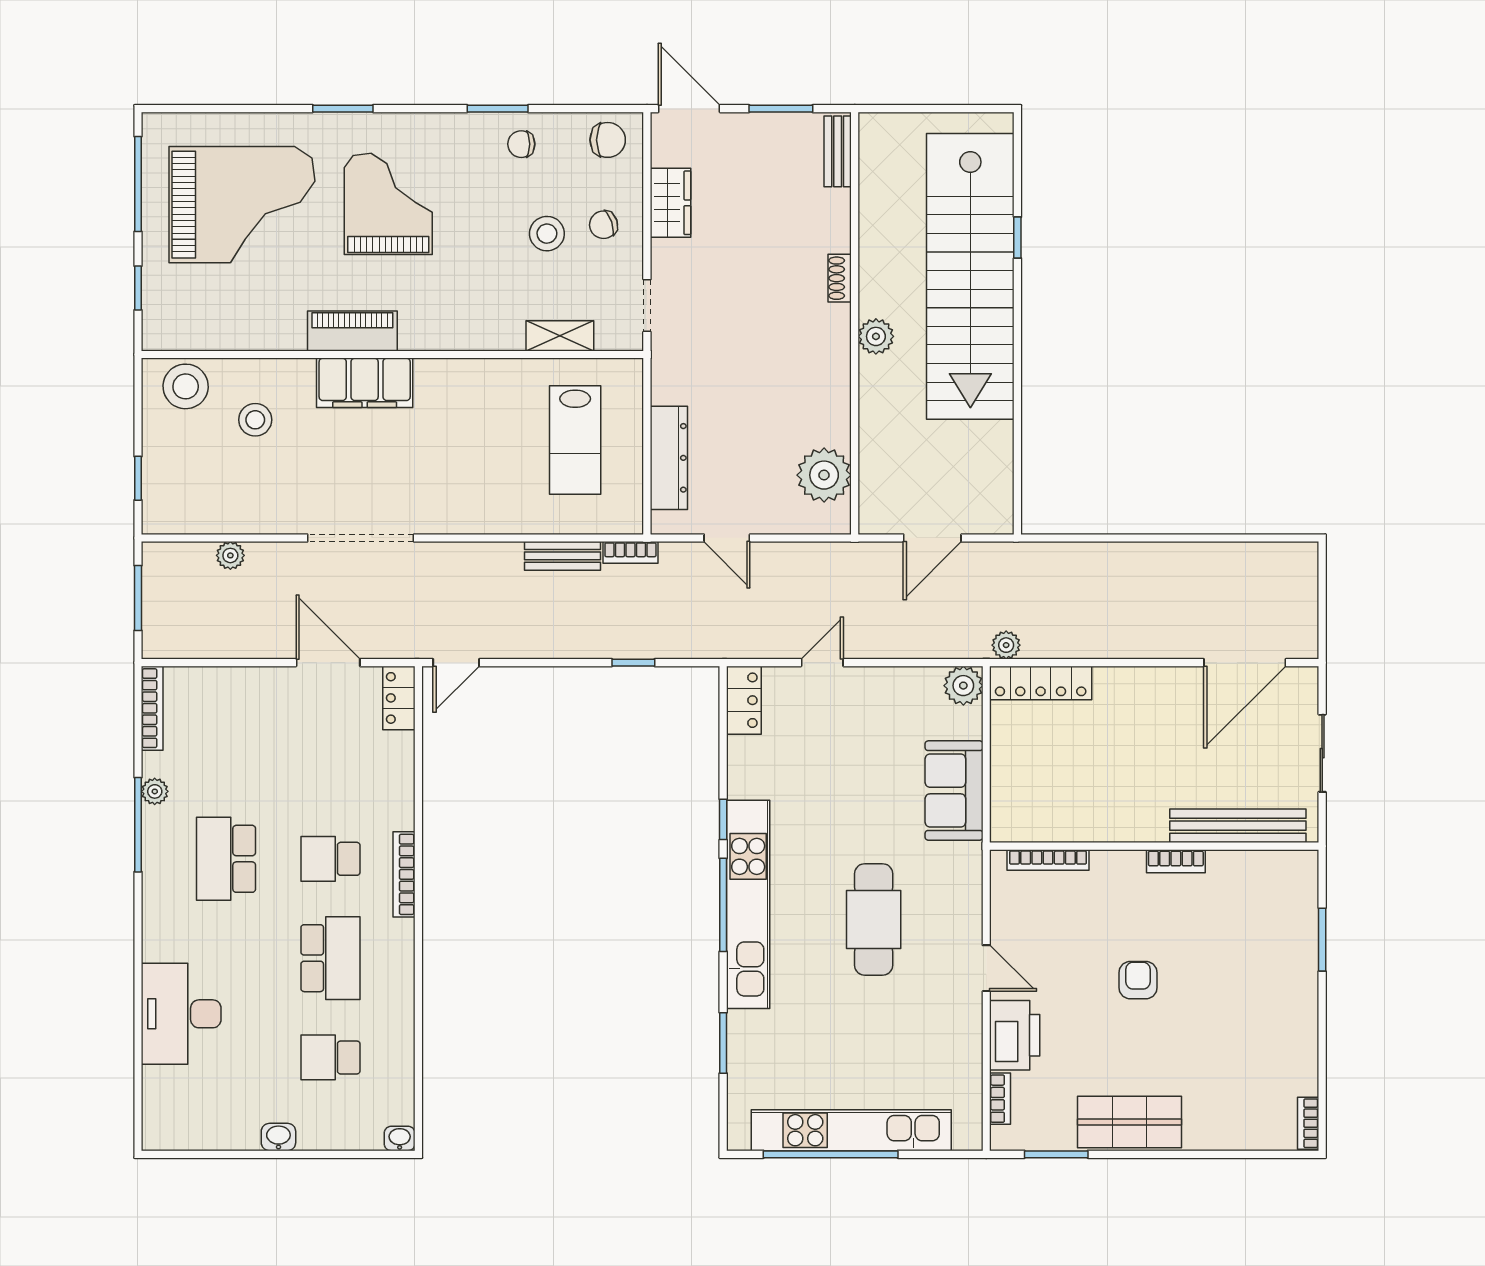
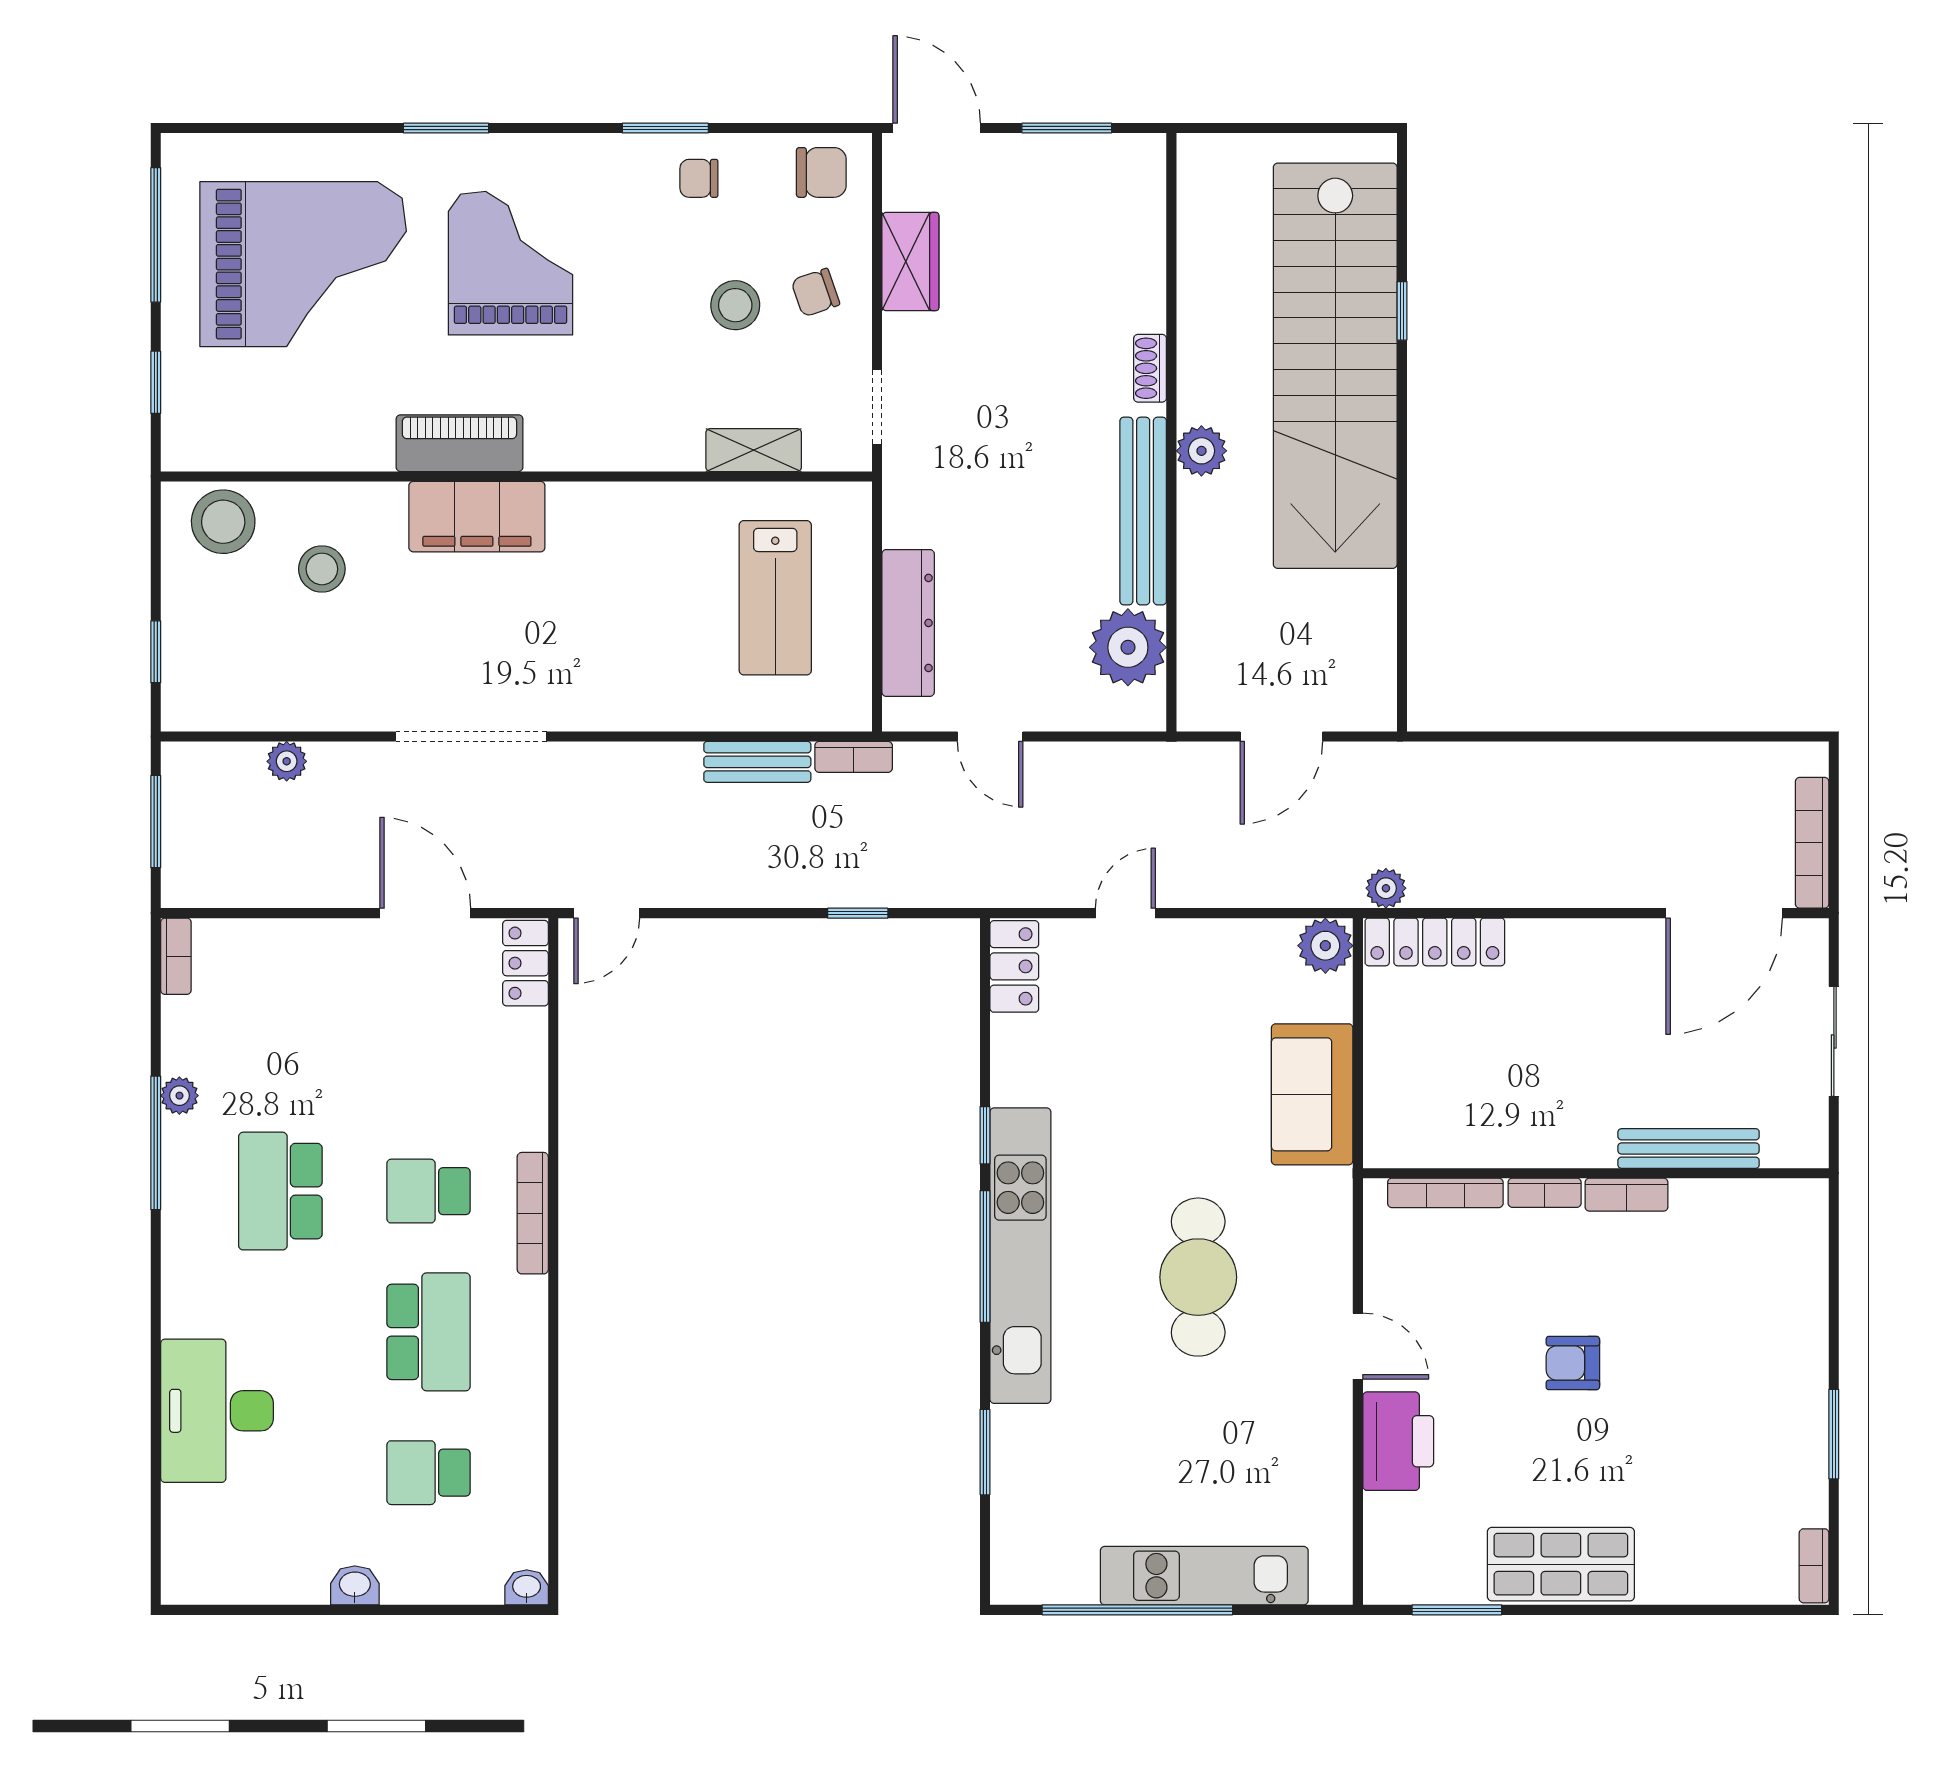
bench: (838, 151) -> (1143, 511), moved, width x1.86, depth x1.21
bookcase: (1307, 613) -> (1812, 843), added
bookcase: (152, 708) -> (176, 956), width x0.64
bench: (1238, 826) -> (1689, 1148), width x0.73, depth x0.82
window: (1322, 940) -> (1834, 1434), moved
armchair: (1138, 980) -> (1573, 1363), turned -90
bookcase: (1000, 1099) -> (1545, 1193), moved, turned 90
kitchen unit: (851, 1130) -> (1204, 1576), width x0.73

